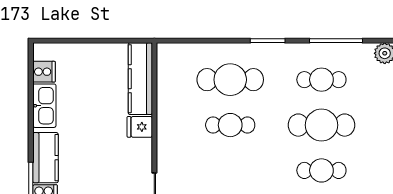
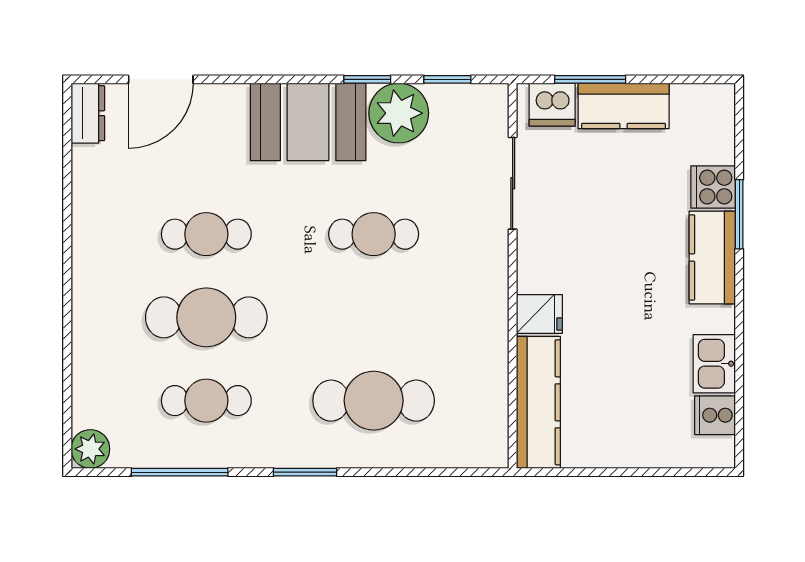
kitchen sink: (44, 106) -> (714, 364), width x0.73
cafe table: (230, 125) -> (374, 234), moved

